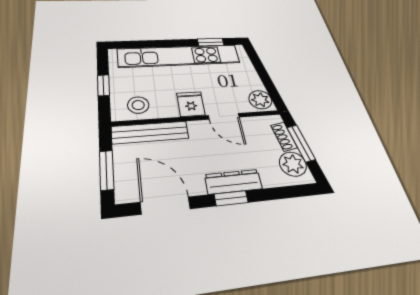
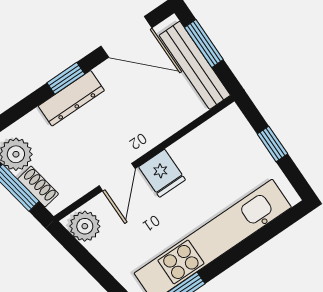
stool: (138, 105) -> (219, 139), removed
door: (224, 116) -> (117, 177), swing flipped
bench: (150, 132) -> (195, 65), moved, turned 90

